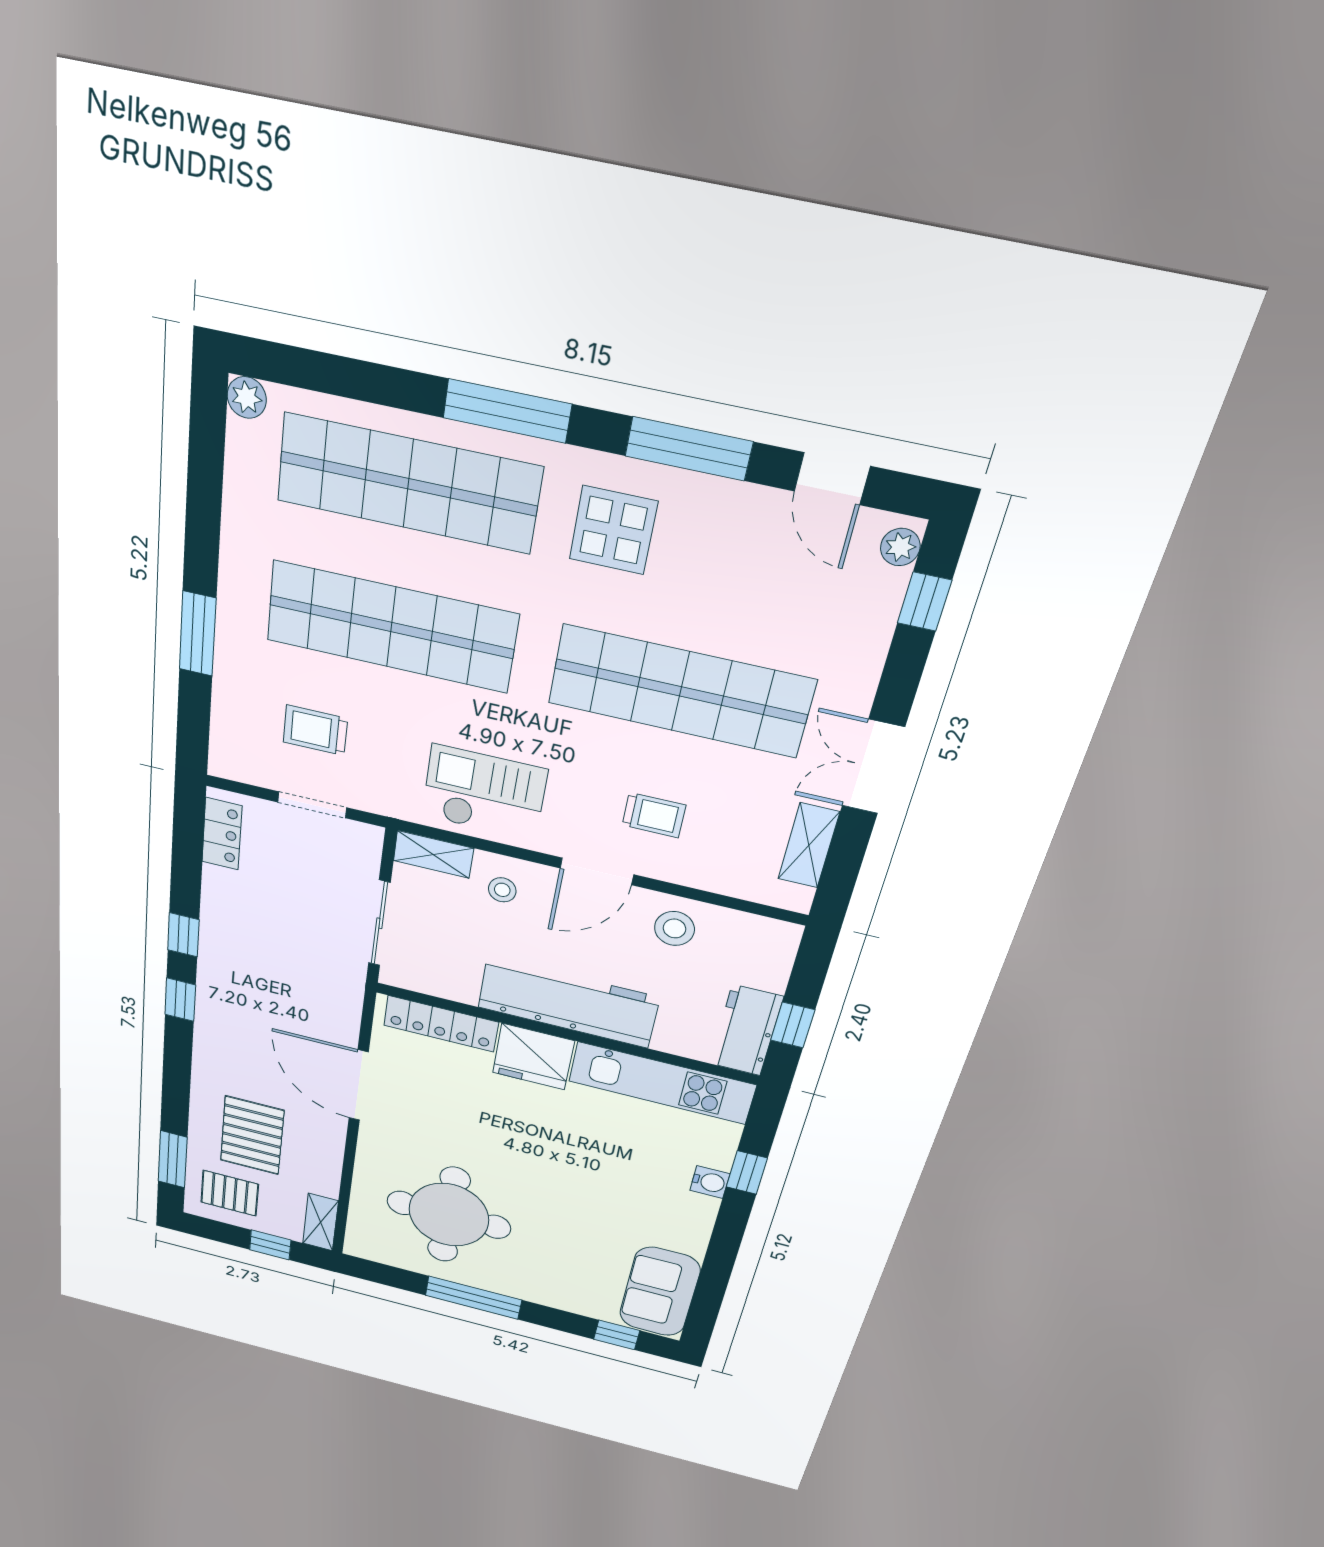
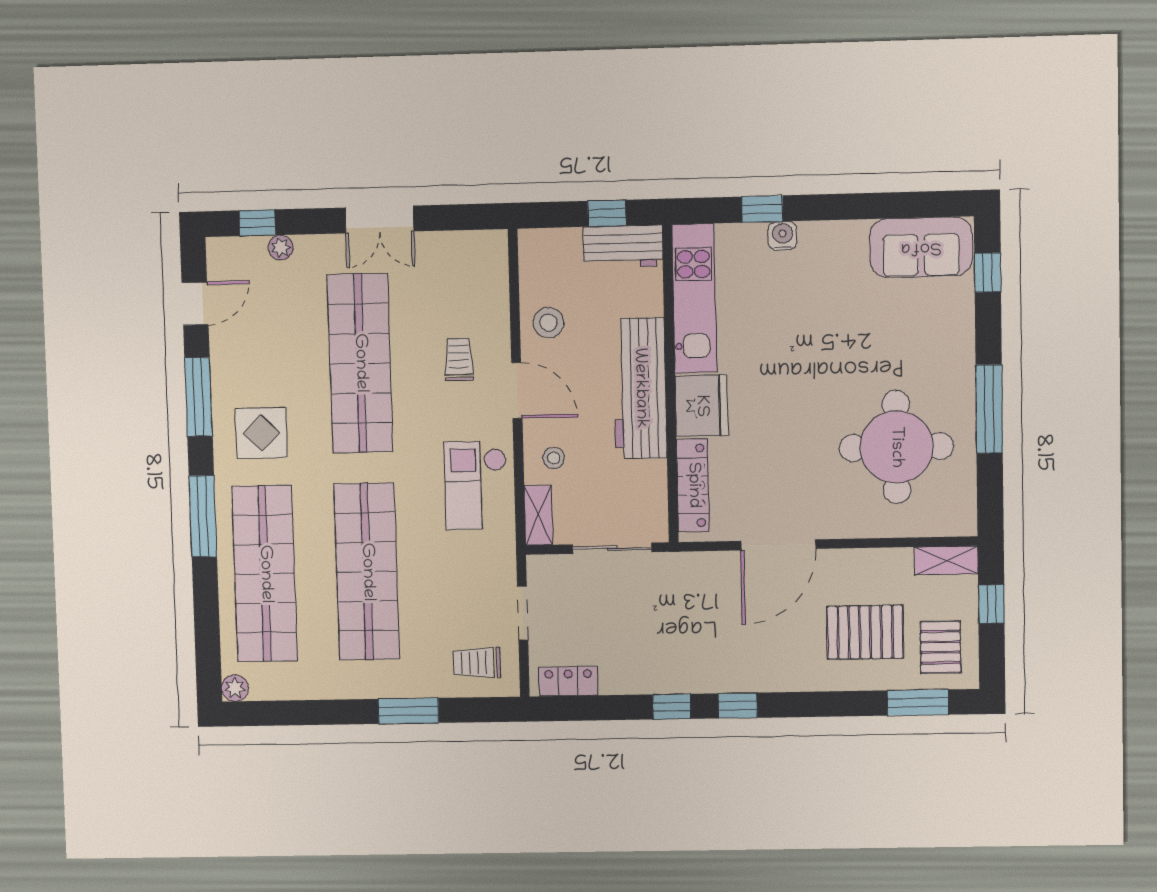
plant: (900, 547) -> (281, 248), moved
trolley: (315, 730) -> (477, 663), moved, turned 90
shelving: (809, 845) -> (451, 245), removed

